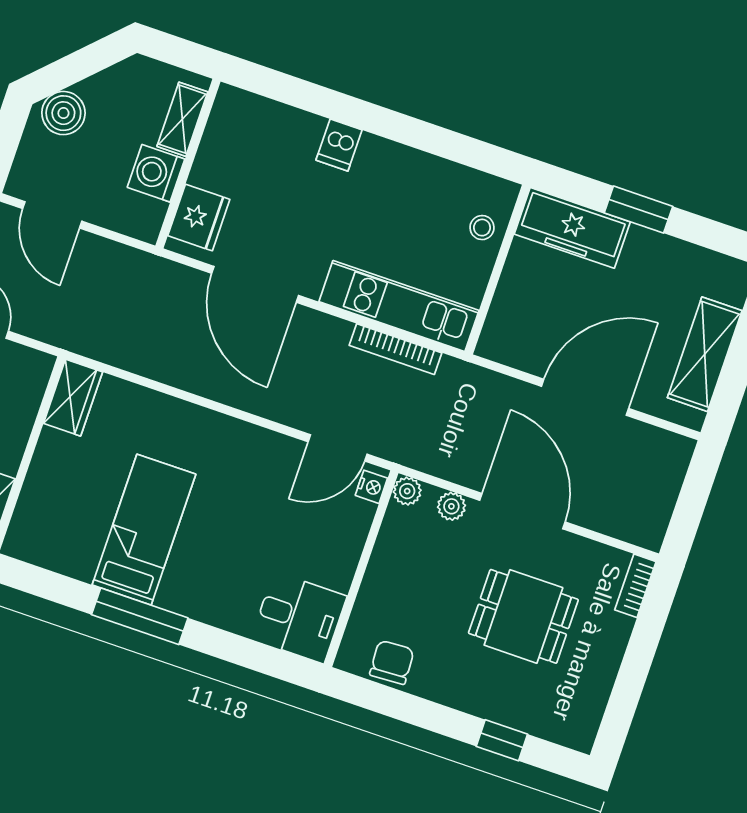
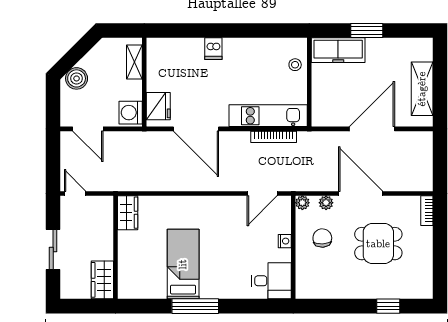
washing machine: (156, 173) -> (131, 113), moved
nightstand: (371, 487) -> (285, 241), moved
chair: (392, 662) -> (322, 238), moved

